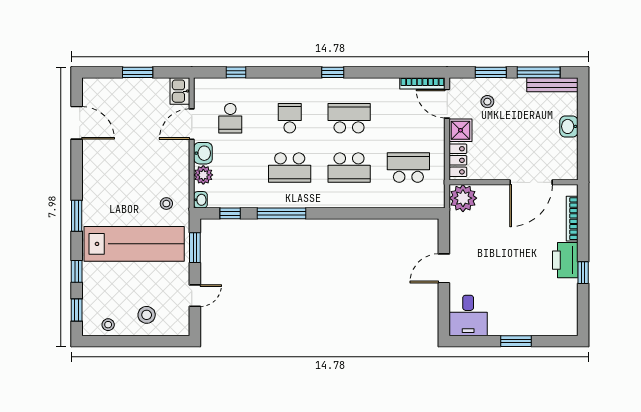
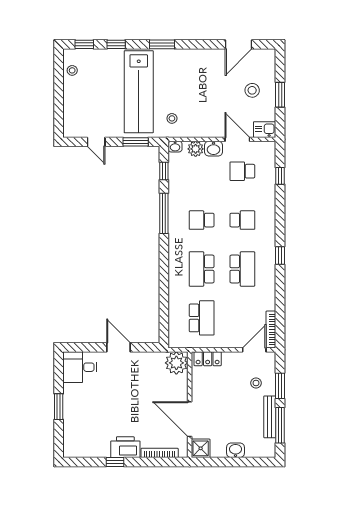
bench: (552, 85) -> (270, 417), moved
shower: (461, 130) -> (201, 448), moved
school desk: (290, 168) -> (202, 220), width x0.54
stool: (147, 315) -> (252, 90), moved

